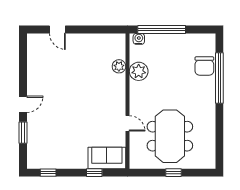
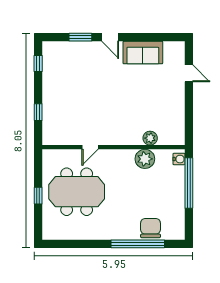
door: (57, 30) -> (189, 73), swing flipped
chair: (204, 66) -> (151, 228), turned 90
sofa: (107, 158) -> (143, 53), moved, turned 90

